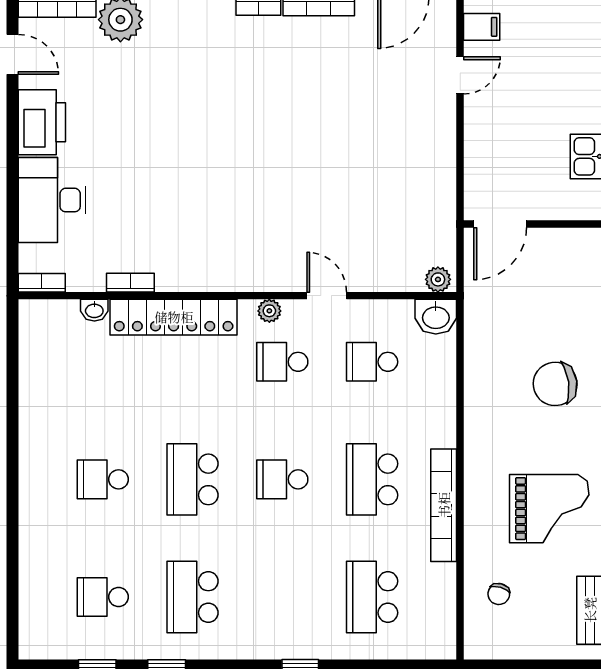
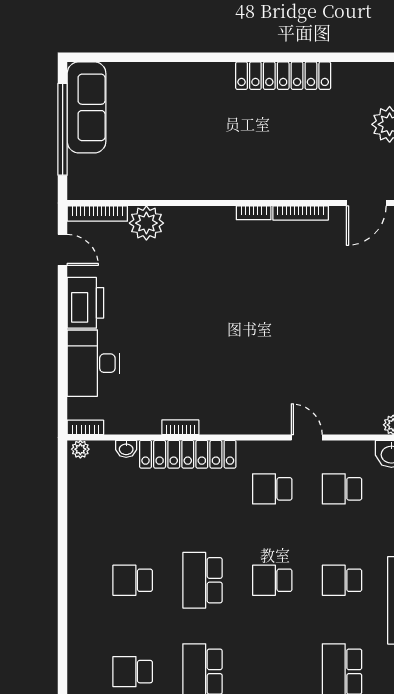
bookcase: (130, 283) -> (180, 427), moved
plant: (269, 311) -> (80, 449), moved
school desk: (372, 479) -> (342, 580), width x0.54

